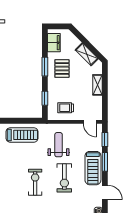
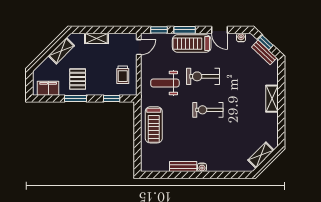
pallet: (62, 69) -> (78, 79), turned 90
treadmill: (22, 135) -> (154, 125), turned 180
treadmill: (93, 168) -> (192, 44), turned 180
exercise bike: (64, 178) -> (203, 76), turned 180
door: (105, 192) -> (220, 30), swing flipped

